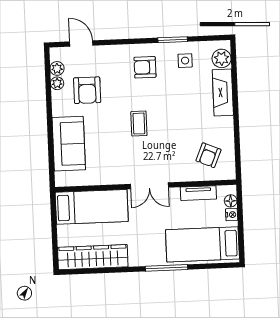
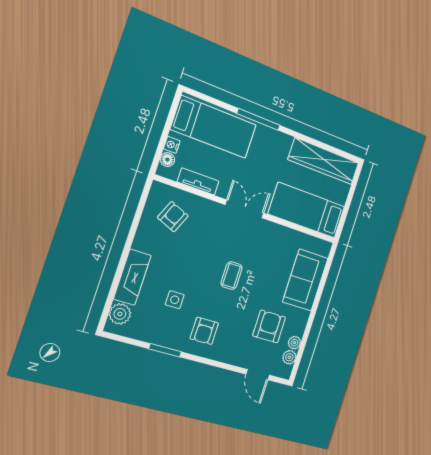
side table: (185, 61) -> (175, 300), moved
armchair: (145, 67) -> (204, 331), turned 90

